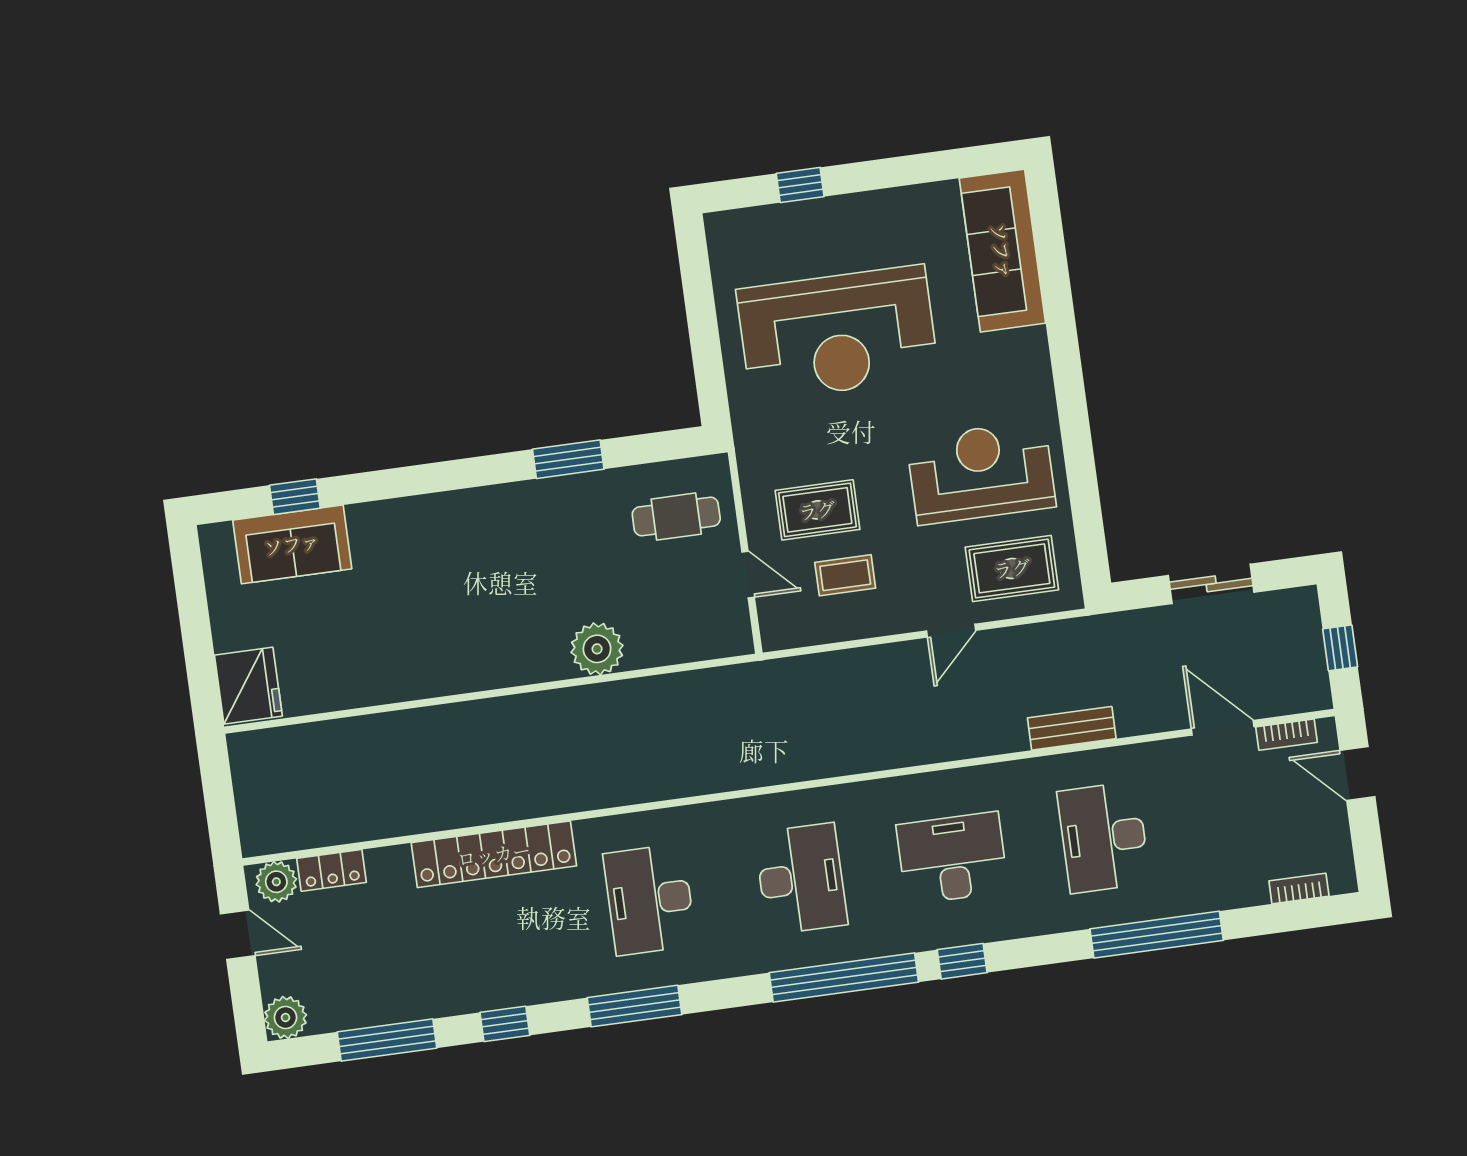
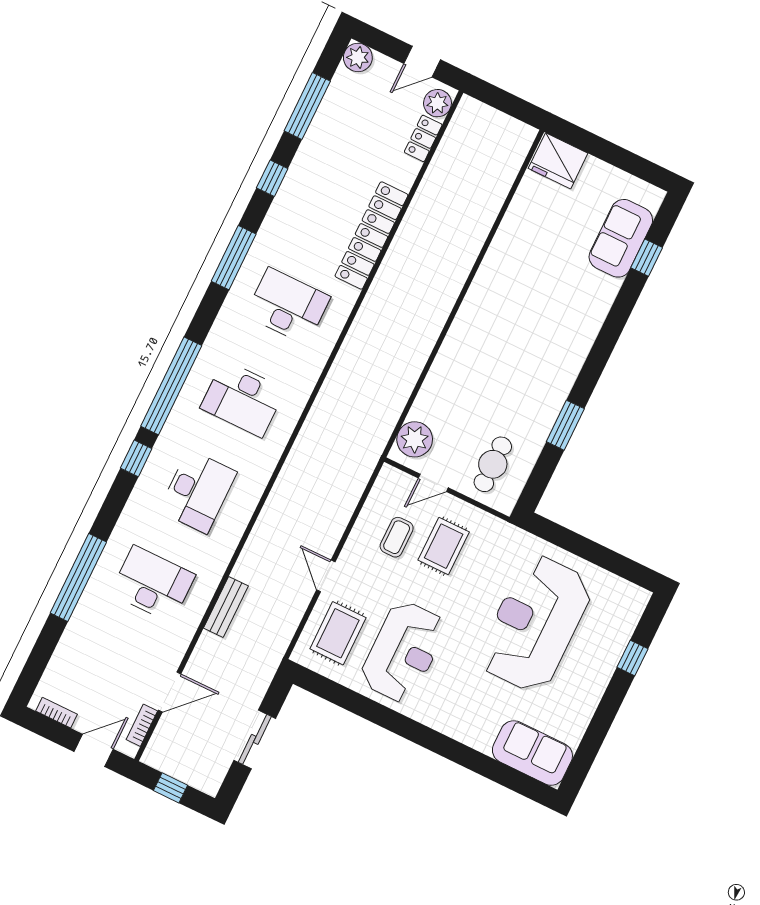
sofa: (1002, 251) -> (532, 753), width x0.73
plant: (597, 649) -> (415, 439), moved
bookcase: (1299, 888) -> (56, 713), moved, turned -90

